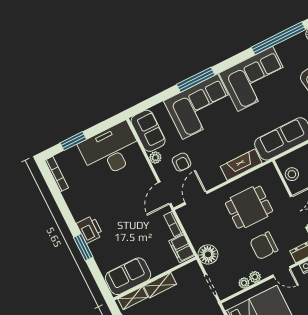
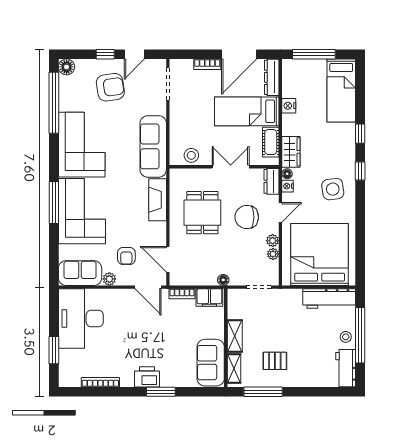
armchair: (182, 162) -> (126, 256), turned 90
bookcase: (57, 174) -> (100, 382), moved
chair: (264, 246) -> (247, 217), turned 90
floor lamp: (208, 254) -> (223, 280), width x0.53, depth x0.53

